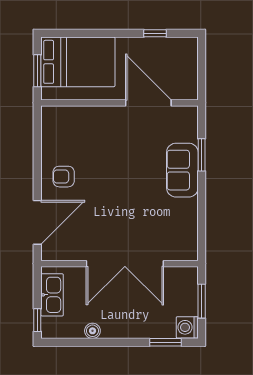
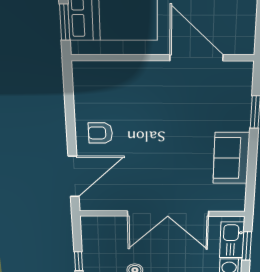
sofa: (182, 170) -> (231, 158), moved
kitchen sink: (52, 295) -> (232, 240), moved, turned 180

